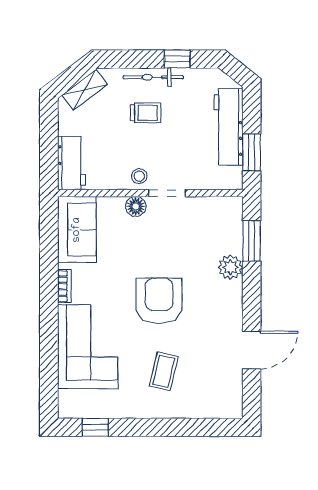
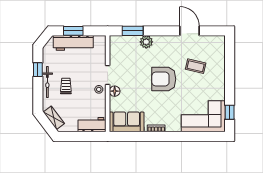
window: (252, 152) -> (73, 31), moved
corner sofa: (88, 347) -> (203, 116), moved
coffee table: (164, 371) -> (196, 66), moved

